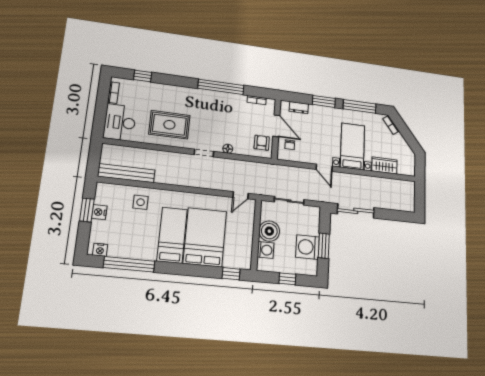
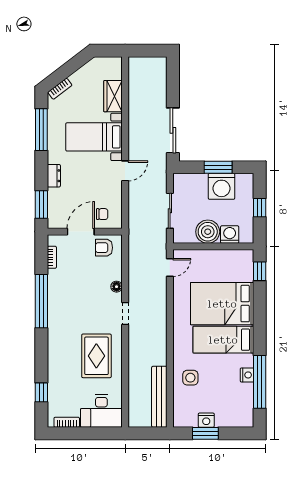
window: (324, 101) -> (41, 205), moved
dresser: (299, 108) -> (54, 176), moved
door: (241, 195) -> (170, 268), hinge flipped
nightstand: (100, 250) -> (247, 375), moved

